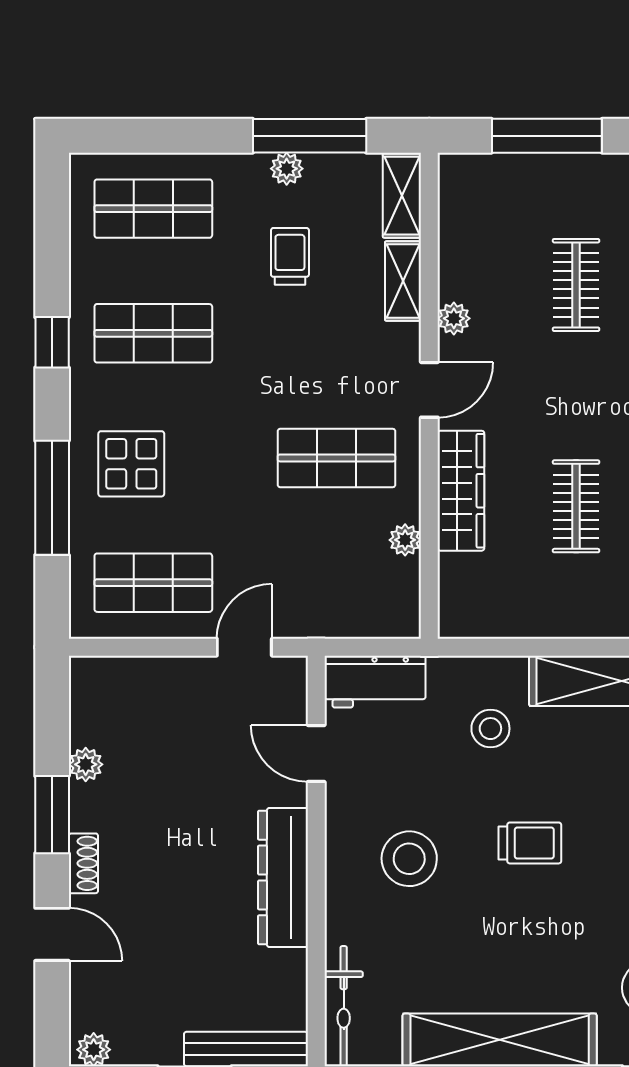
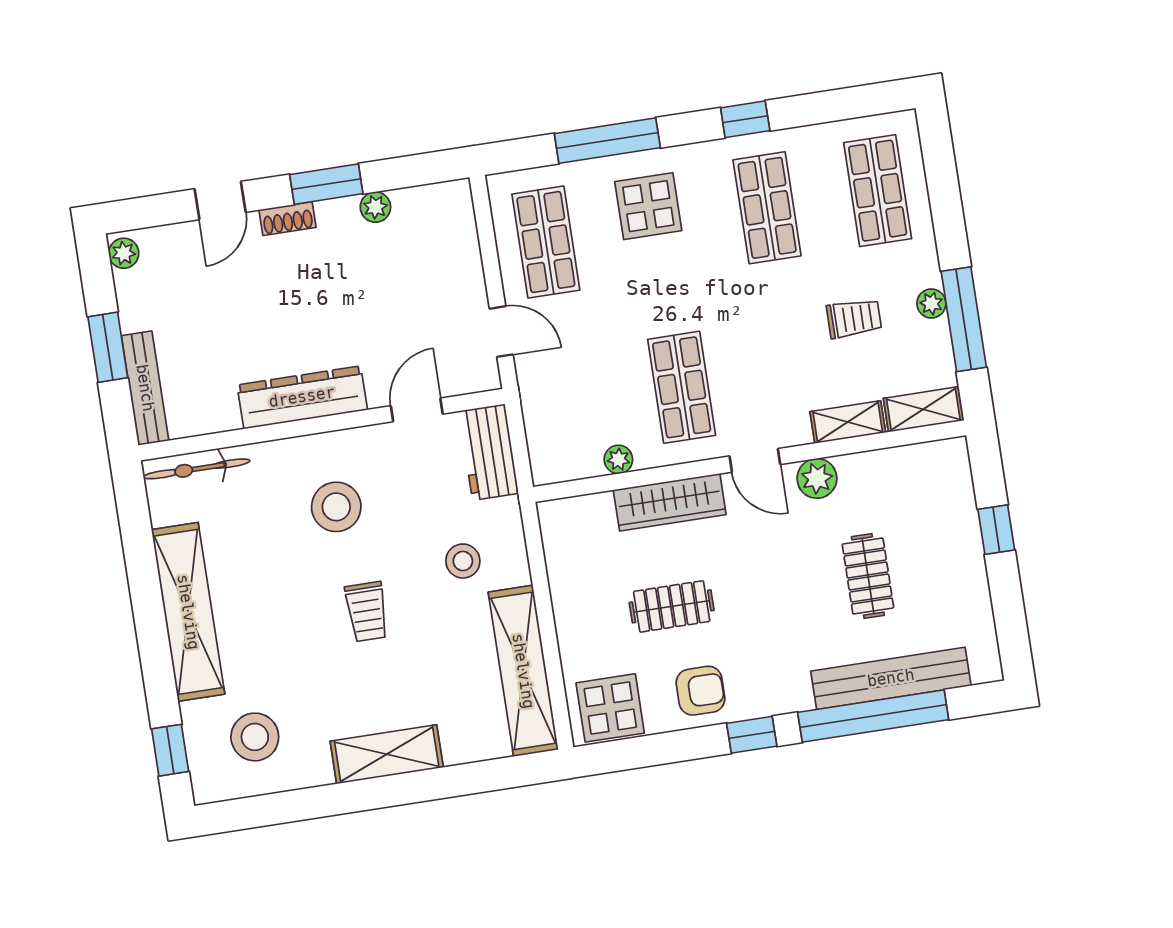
window: (547, 136) -> (996, 530), width x0.46
clothes rail: (576, 285) -> (868, 576), turned 90
plant: (454, 318) -> (817, 478), width x1.38, depth x1.38

